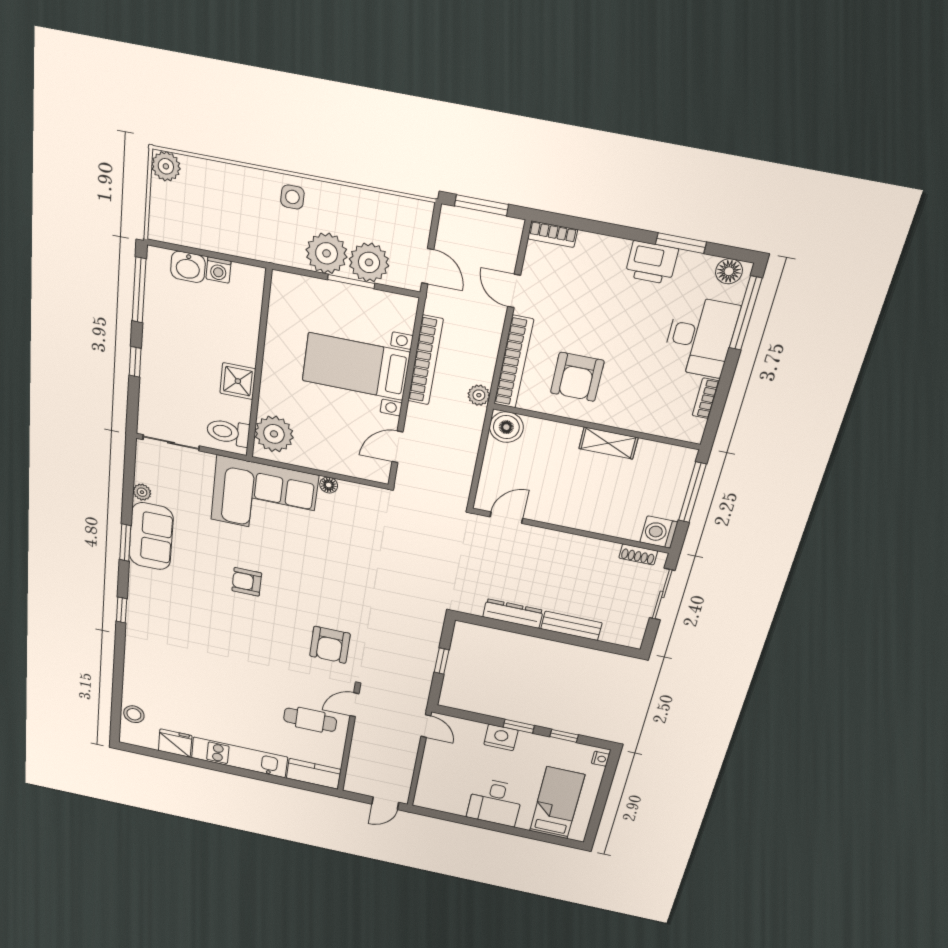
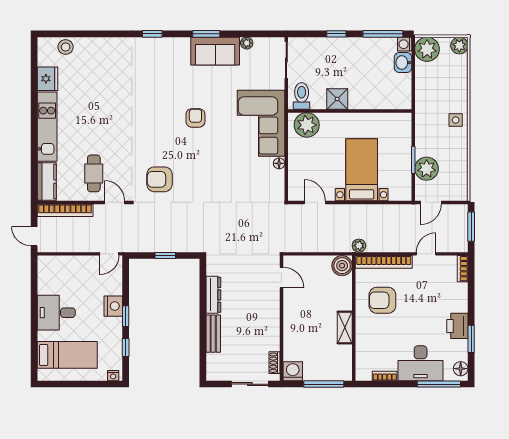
plant: (327, 253) -> (427, 49), moved
washing machine: (218, 270) -> (405, 44), moved
bookcase: (425, 360) -> (65, 210), moved

